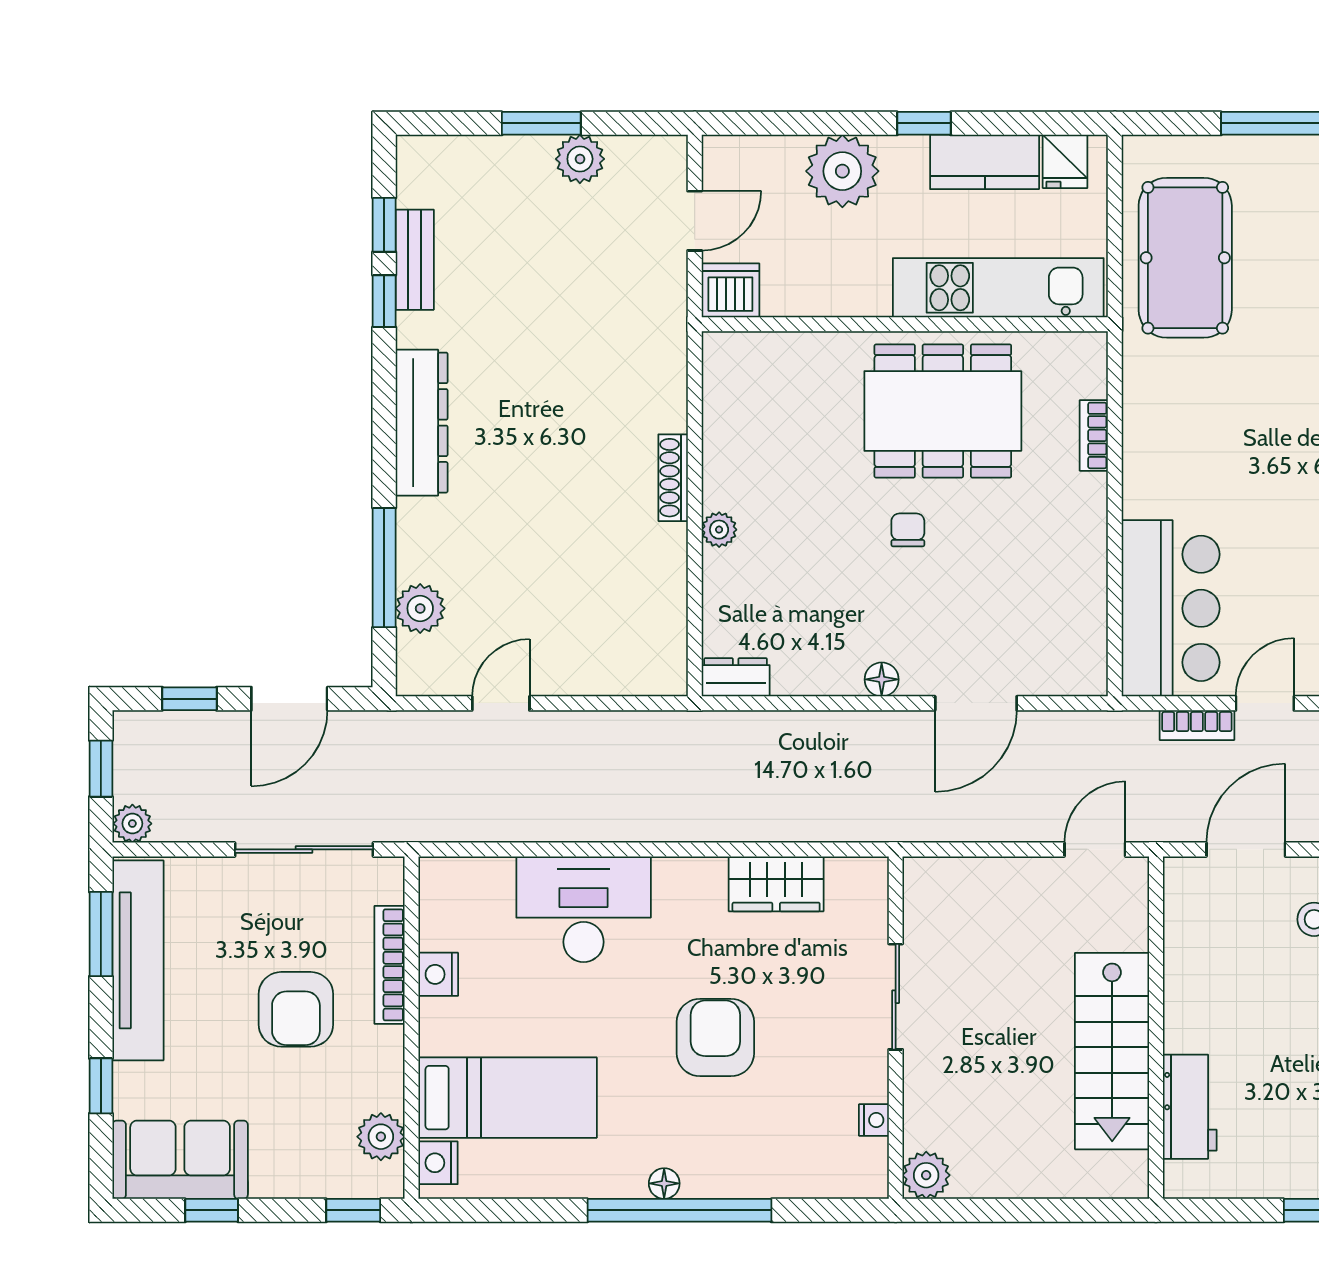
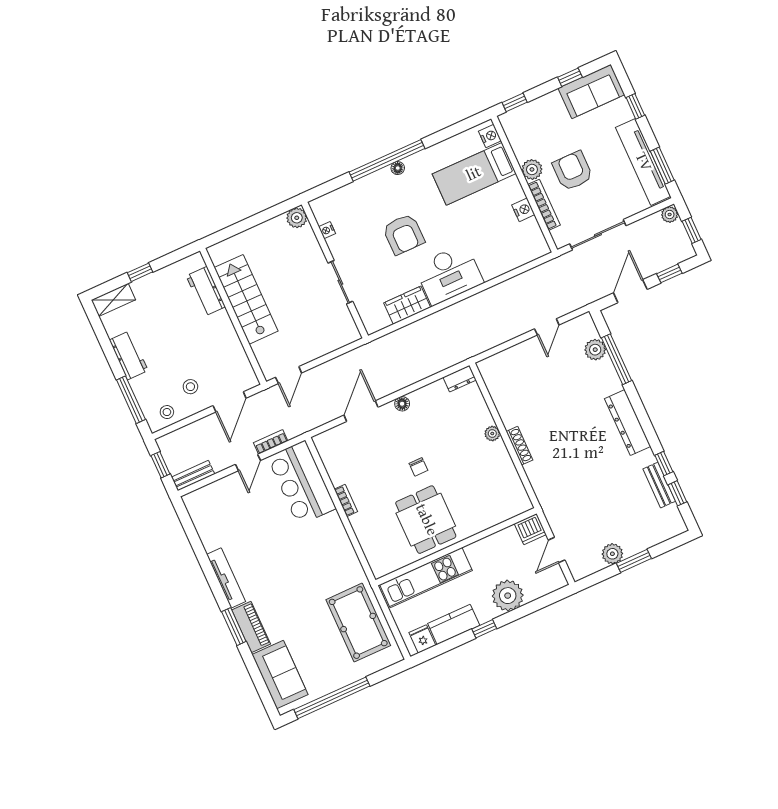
dining table: (943, 411) -> (426, 520), width x0.73
bookcase: (1094, 435) -> (346, 500), moved
desk: (584, 909) -> (449, 274), moved
plant: (381, 1137) -> (532, 169), moved

